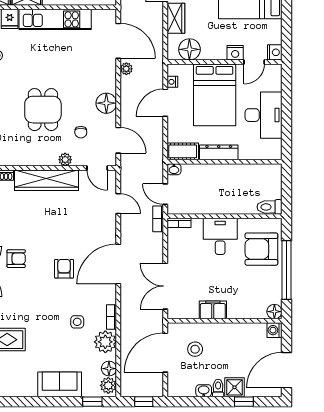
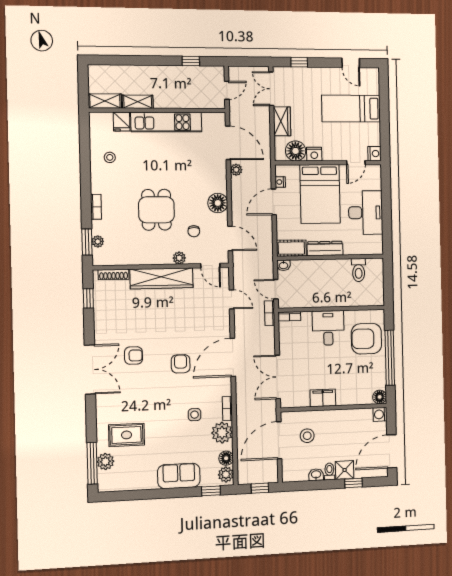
nightstand: (235, 53) -> (314, 154), moved
toilet: (269, 207) -> (359, 270), moved, turned -90

